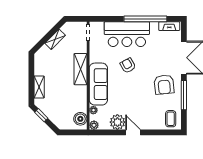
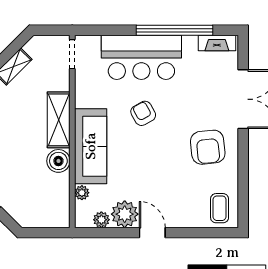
window: (184, 95) -> (243, 166), removed
boiler: (80, 119) -> (58, 161), moved
plant: (94, 125) -> (101, 220), moved

